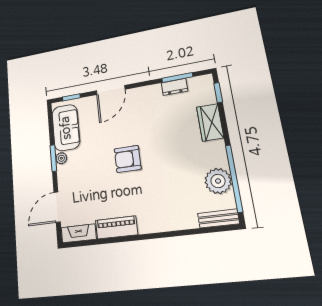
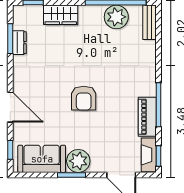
plant: (61, 158) -> (78, 161), width x1.88, depth x1.88
window: (130, 238) -> (158, 105), added
window: (78, 244) -> (158, 156), added

